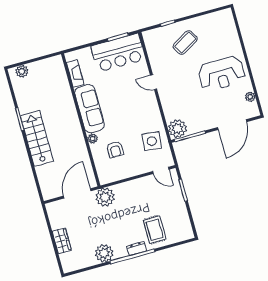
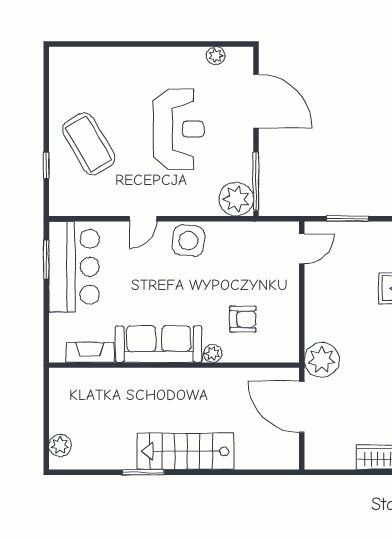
coffee table: (185, 43) -> (89, 144), width x1.36, depth x1.32
reception desk: (221, 74) -> (178, 129), moved
side table: (152, 141) -> (188, 241), moved

